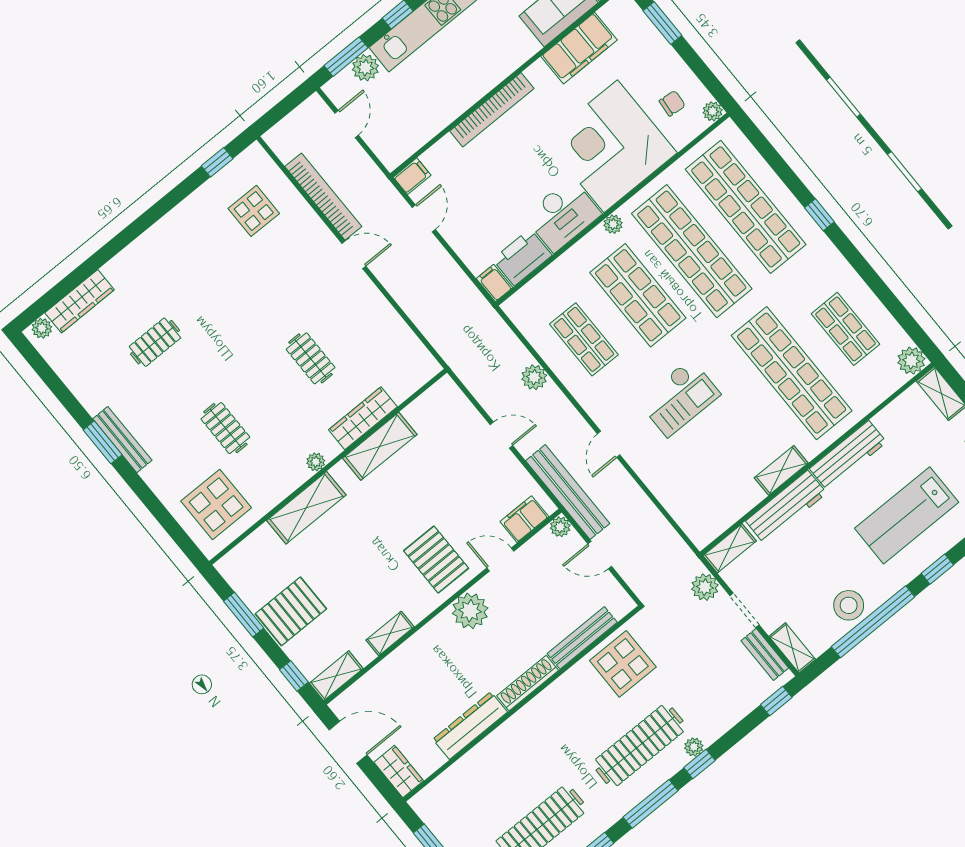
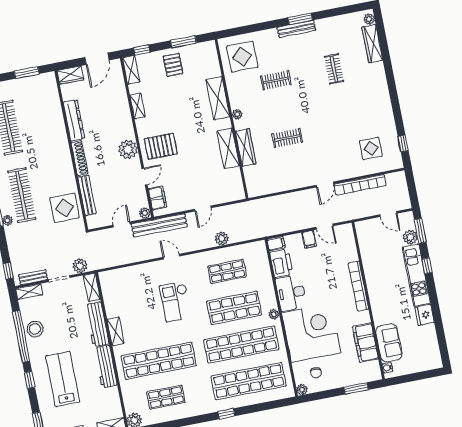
filing cabinet: (412, 176) -> (309, 239), moved
pallet: (291, 611) -> (173, 65), width x0.67, depth x0.71

